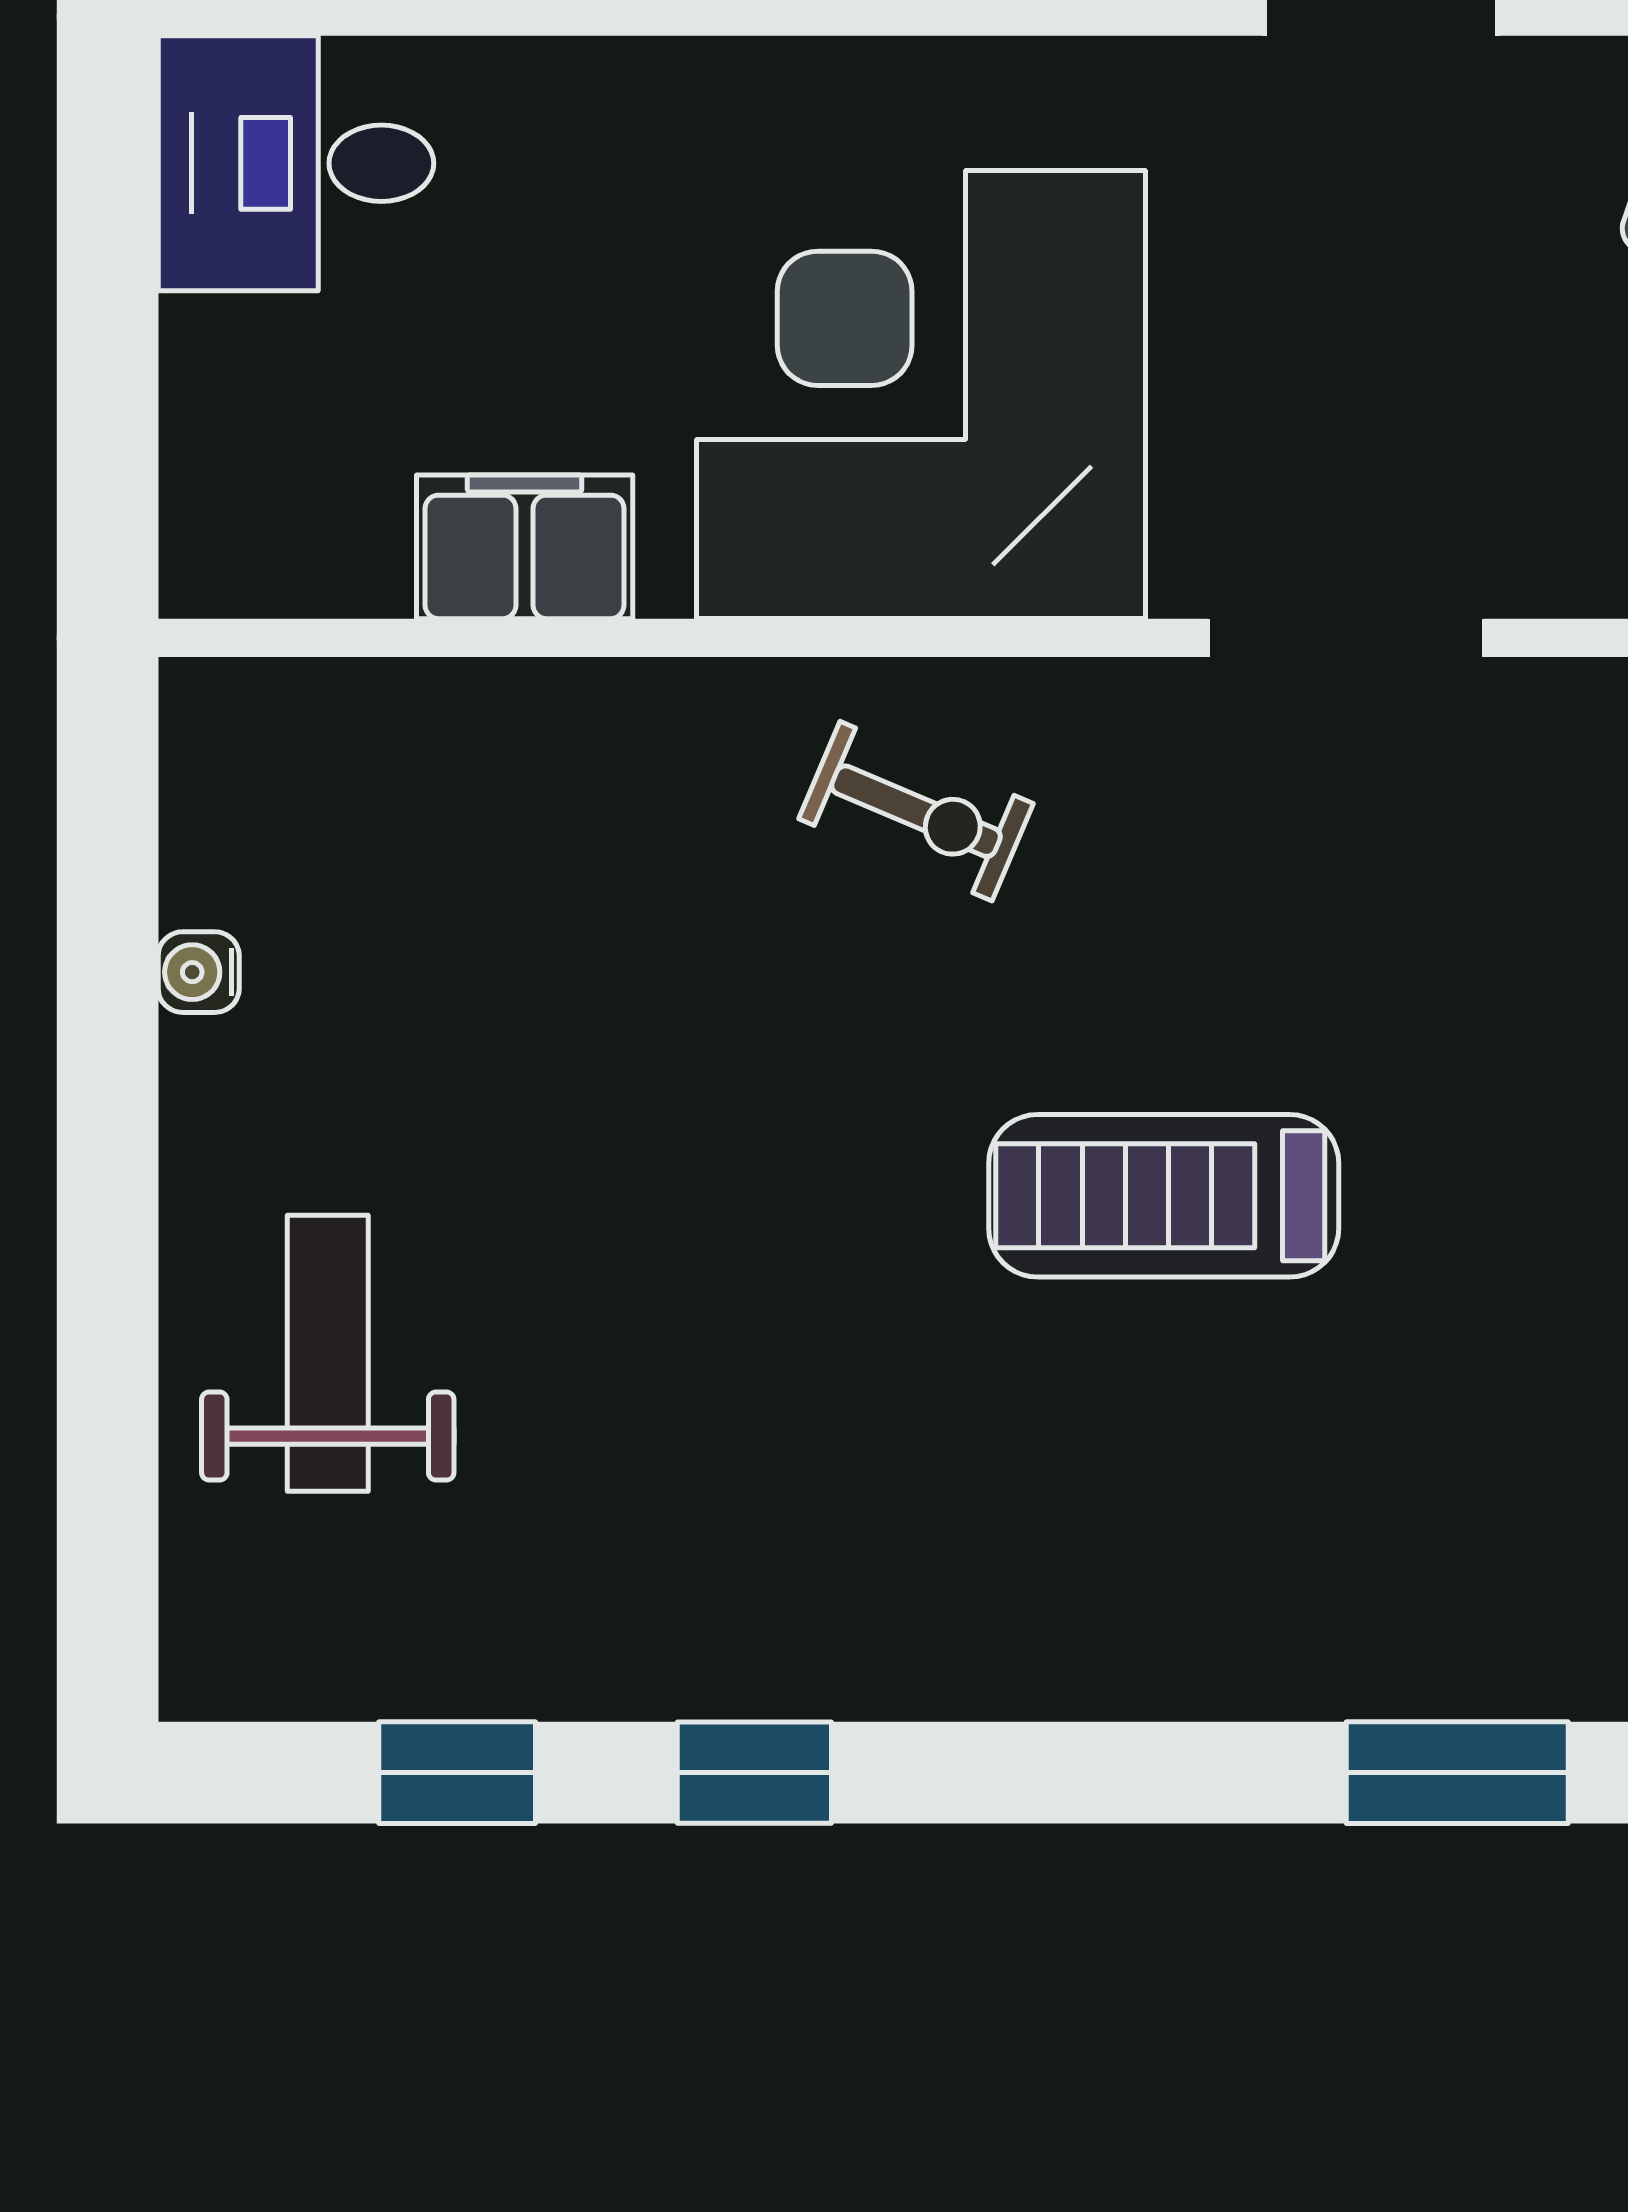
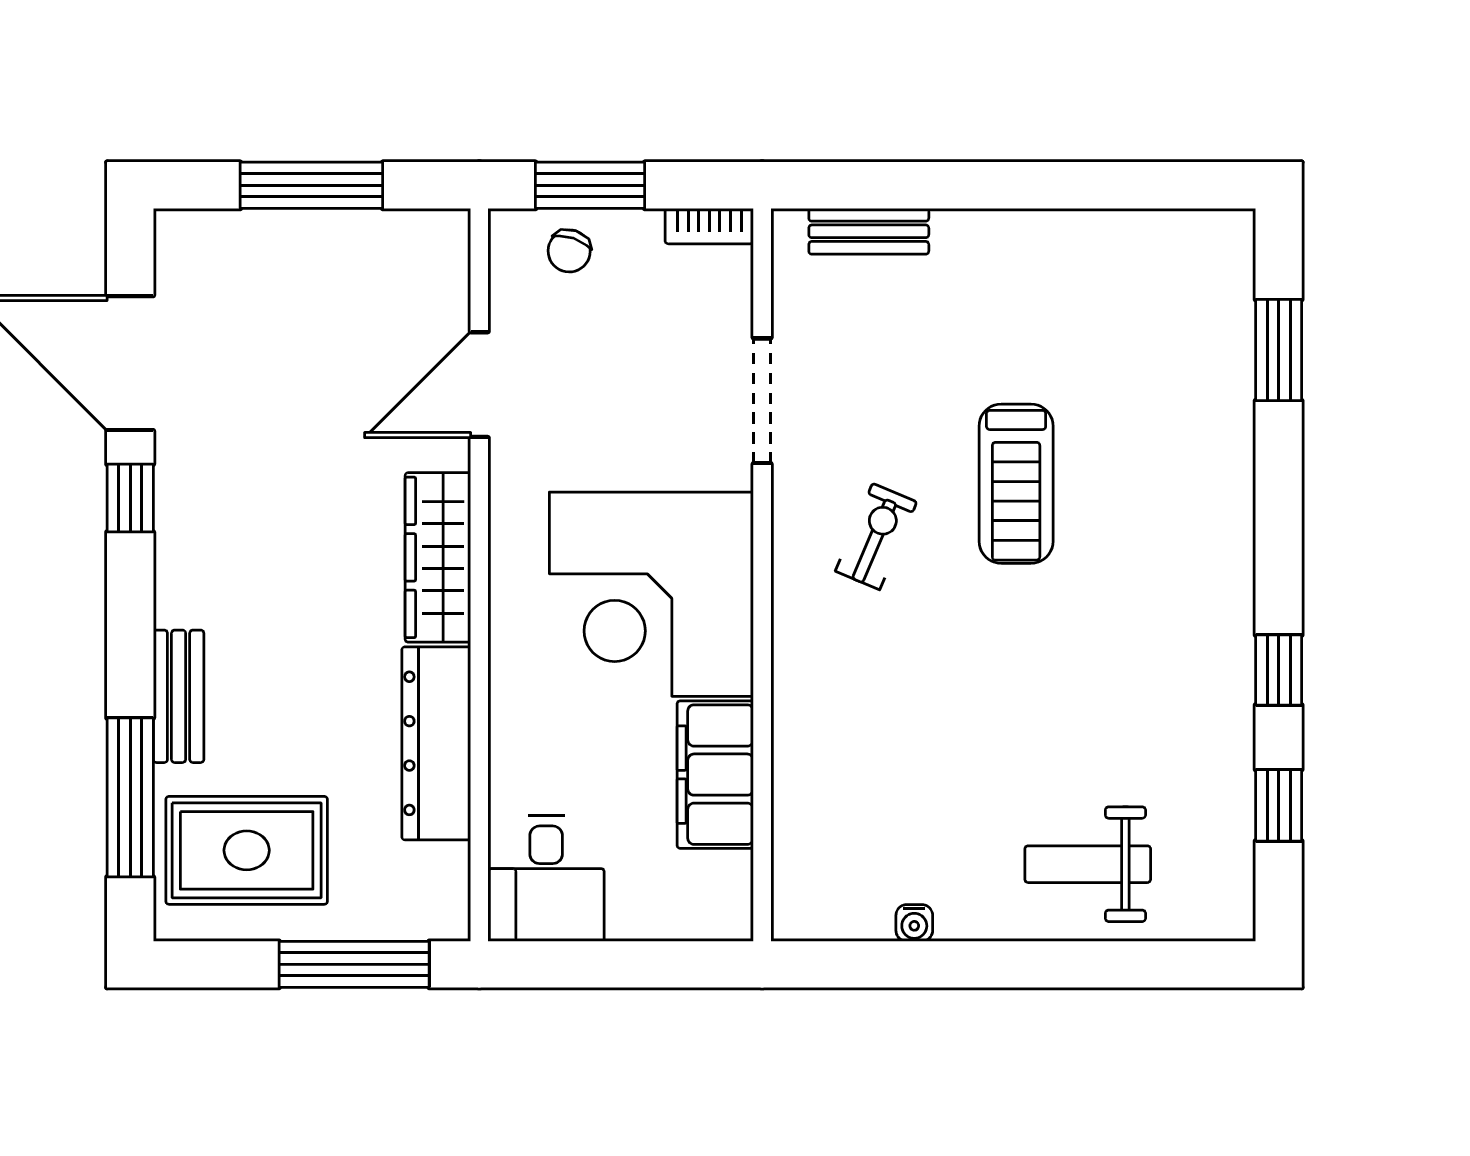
filing cabinet: (525, 547) -> (715, 775), width x1.50, depth x1.17
exercise bike: (916, 811) -> (876, 537), moved

